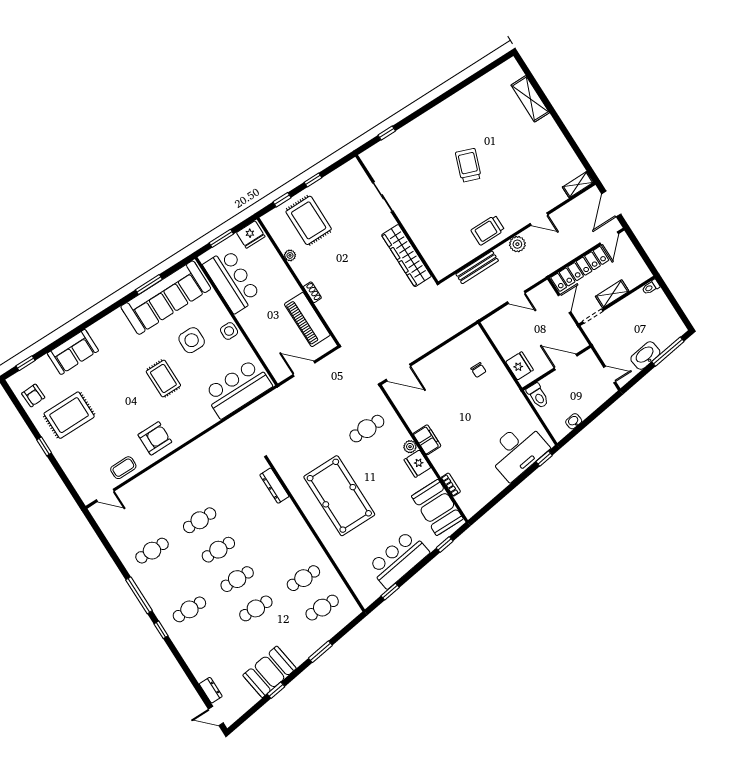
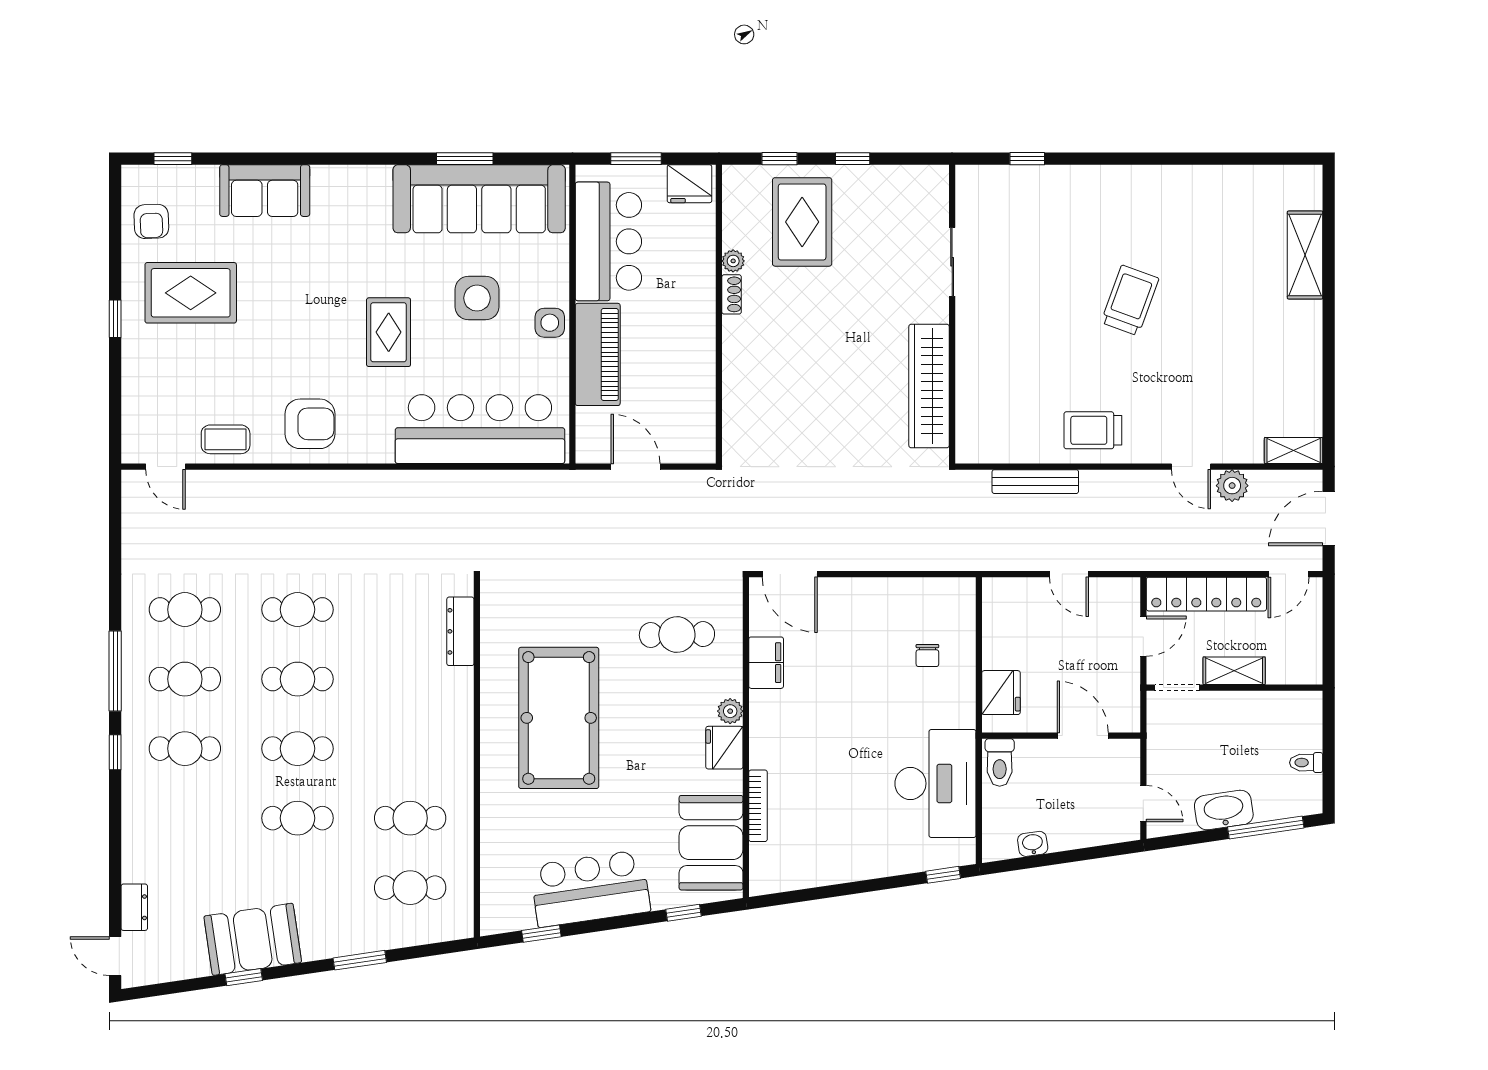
plant: (517, 244) -> (1232, 486), moved
toilet: (651, 287) -> (1306, 763), moved
shoe rack: (312, 292) -> (732, 294), moved
piano: (307, 320) -> (598, 354), moved, turned 180
bar counter: (238, 389) -> (480, 429), width x1.36
filing cabinet: (427, 440) -> (766, 663), moved
desk: (517, 451) -> (935, 783), moved, turned -82
bookcase: (451, 485) -> (758, 806), width x1.56
cafe table: (171, 580) -> (185, 679), added

